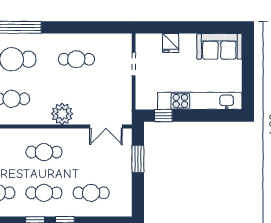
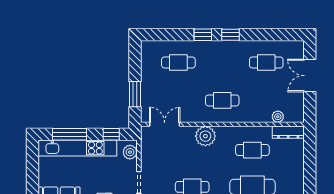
plant: (143, 97) -> (130, 152), added
window: (208, 116) -> (70, 134), added
cafe table: (44, 193) -> (222, 63), removed

